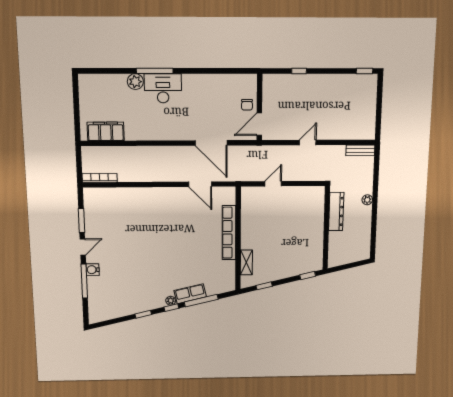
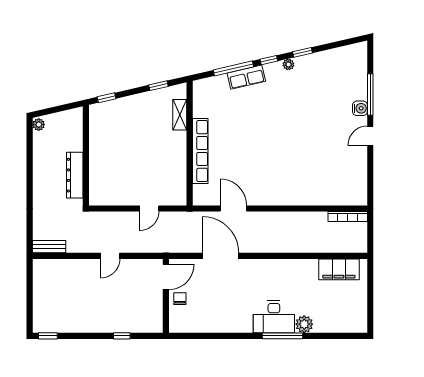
plant: (367, 200) -> (39, 125), moved
window: (82, 221) -> (370, 167), removed
plant: (171, 301) -> (288, 64), moved

